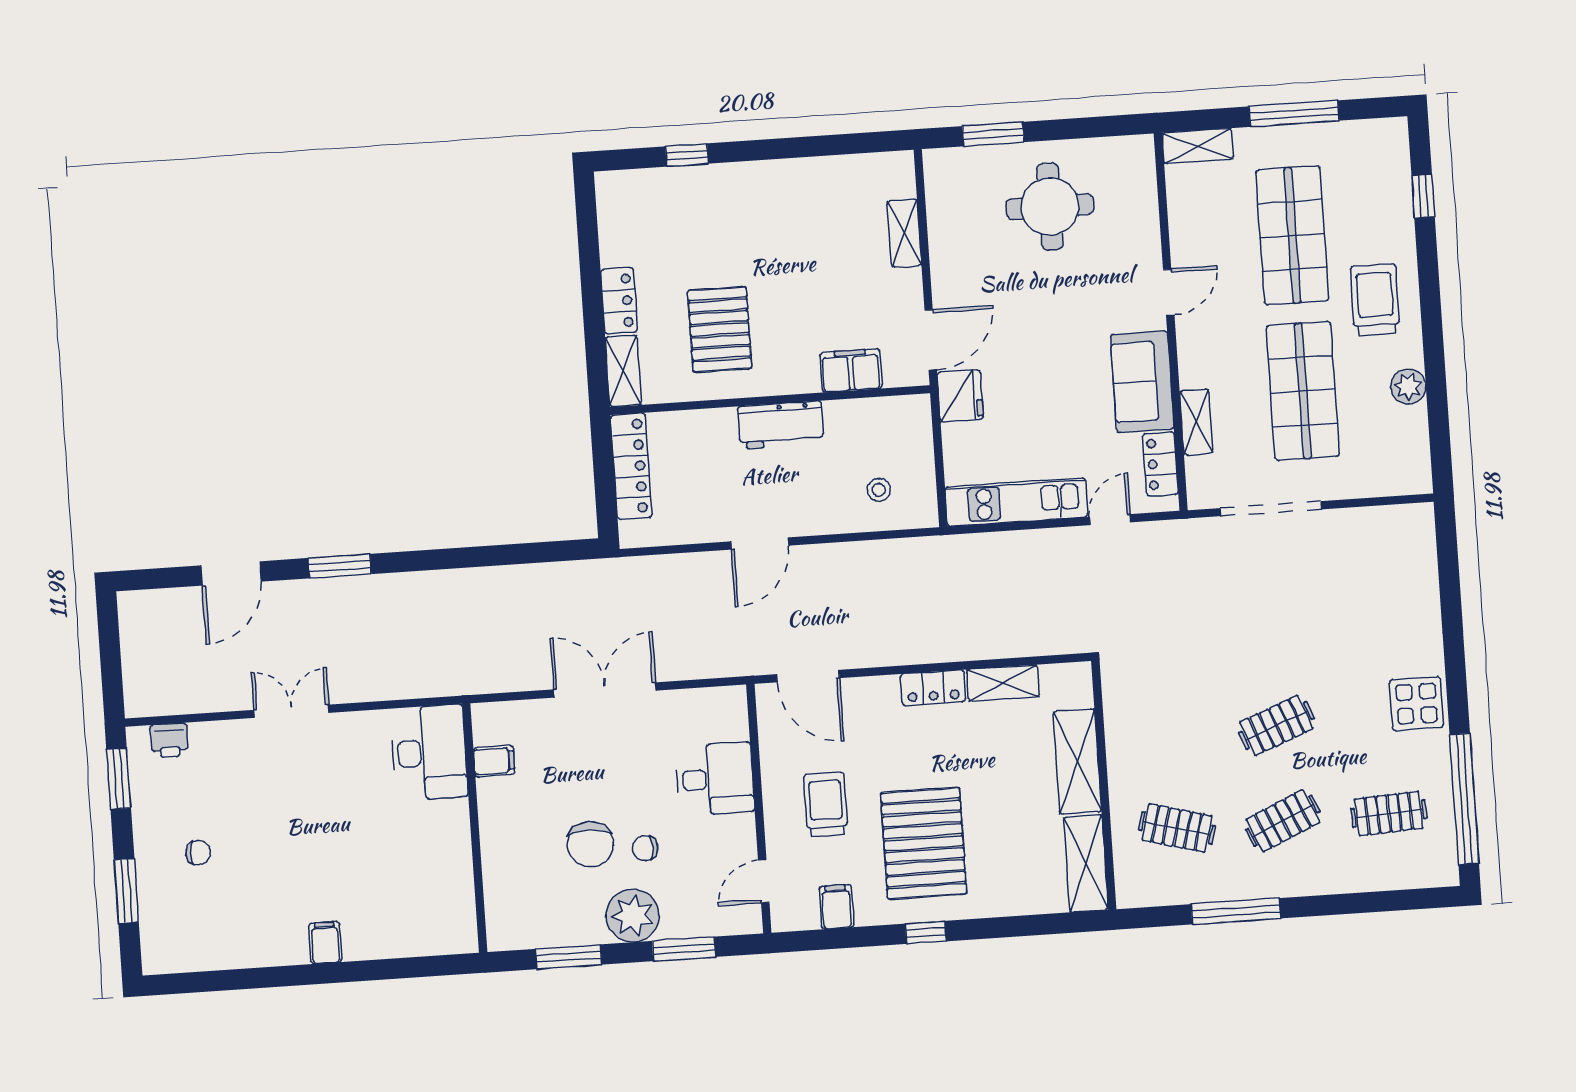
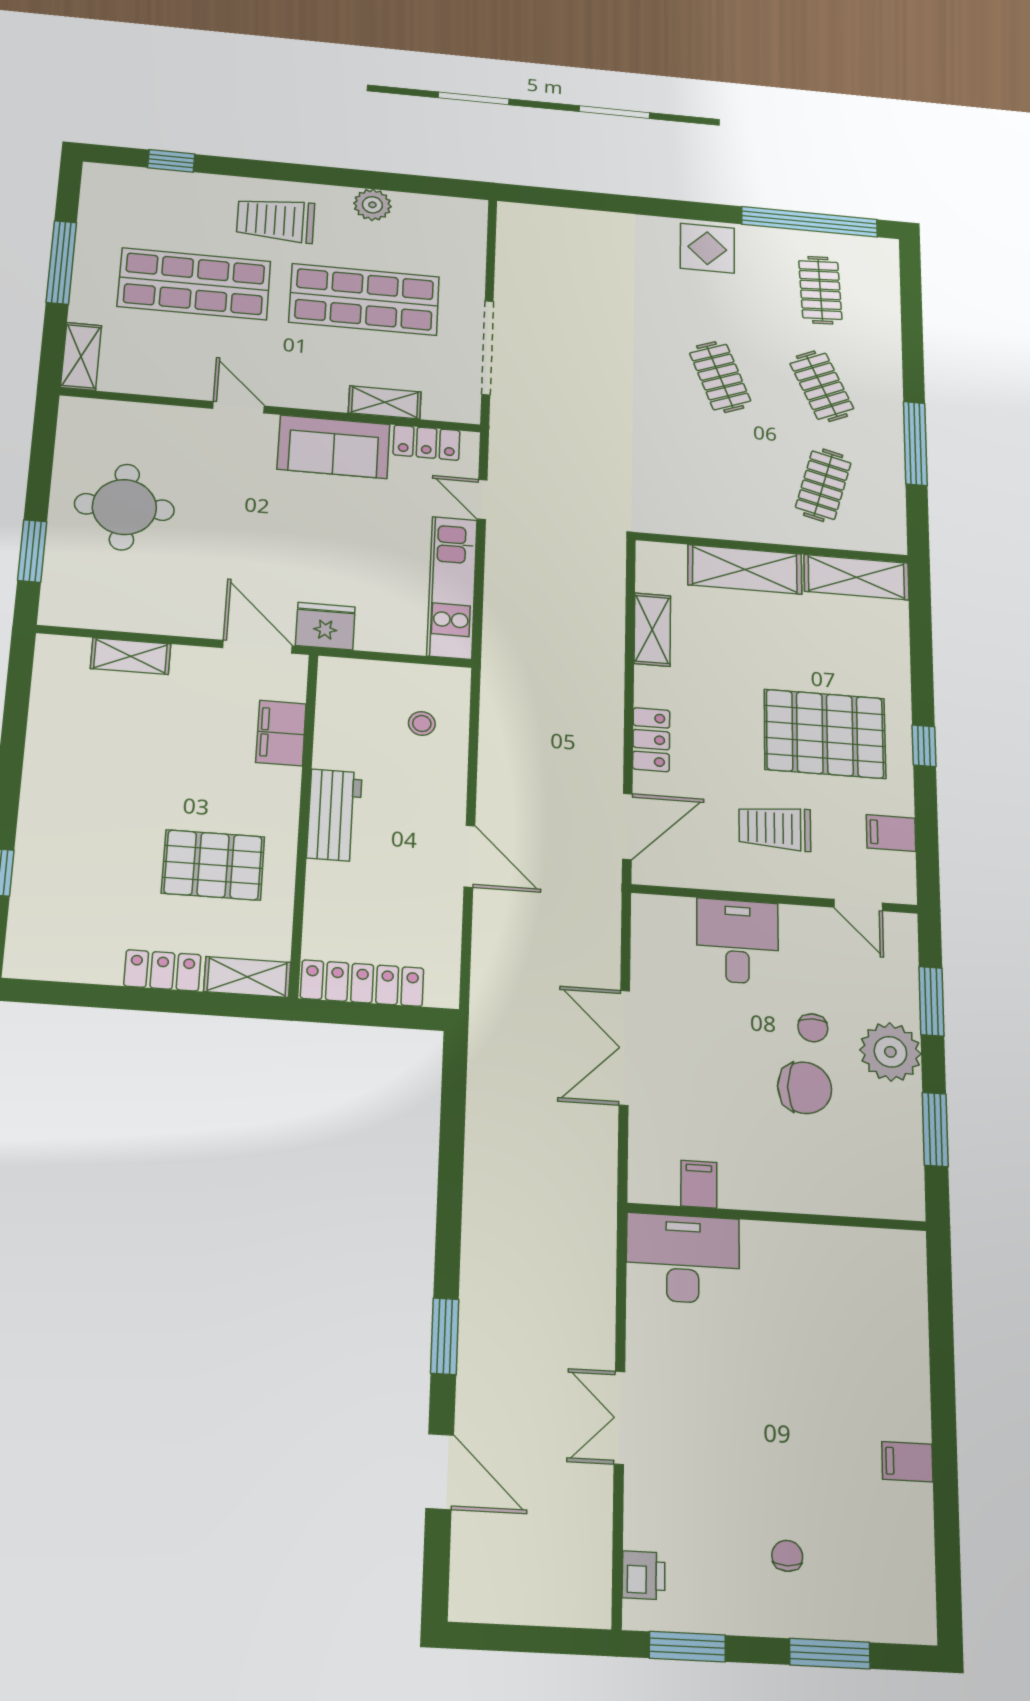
locker: (933, 688) -> (651, 740), moved
filing cabinet: (325, 943) -> (907, 1462), moved

